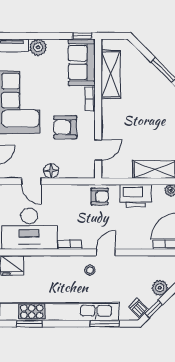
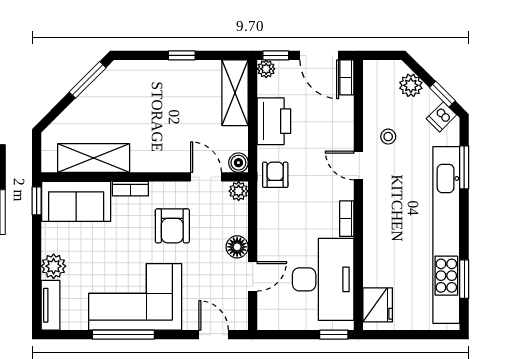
plant: (89, 172) -> (239, 191), added
boiler: (108, 172) -> (238, 163), added
stool: (90, 270) -> (388, 137), moved

